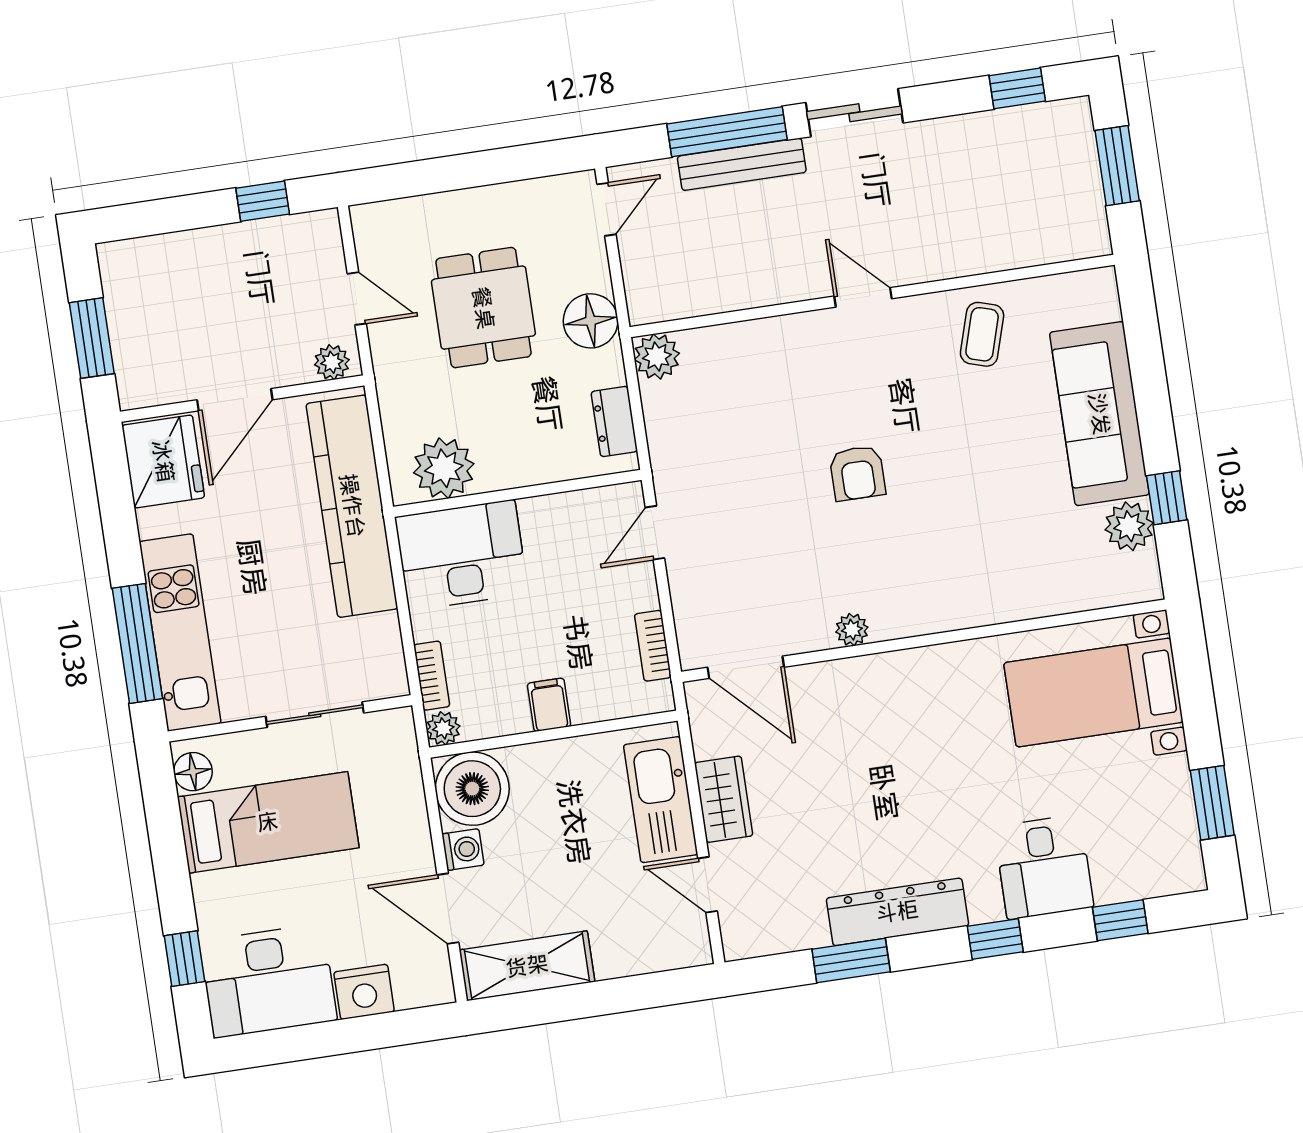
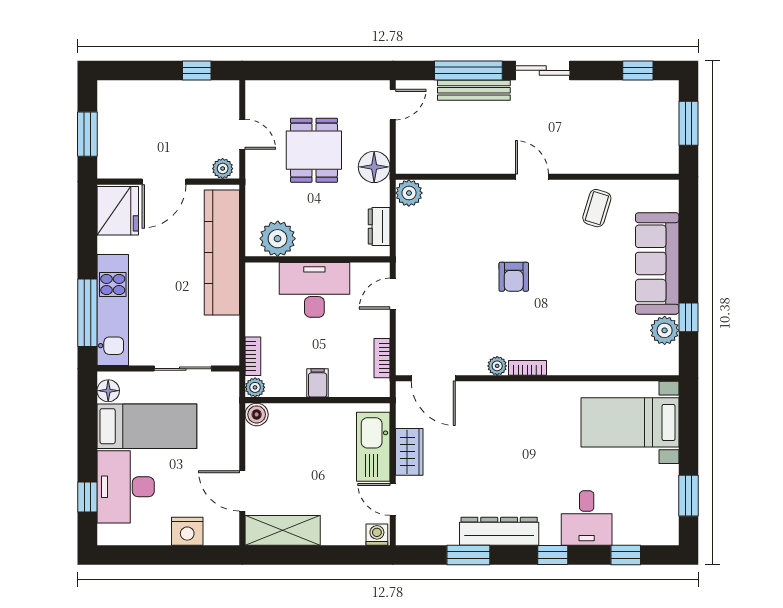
desk: (462, 555) -> (314, 290), moved
bookcase: (904, 625) -> (527, 368), added
boiler: (472, 789) -> (257, 414), width x0.54, depth x0.54
washing machine: (463, 850) -> (377, 535), moved, turned -90
desk: (268, 981) -> (126, 487), moved, turned 90

